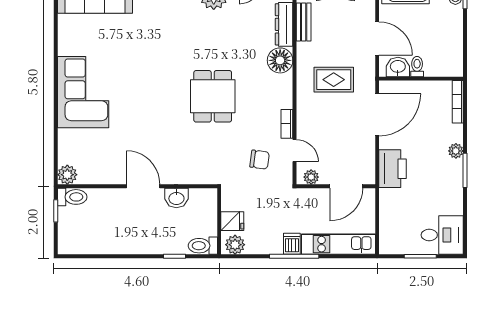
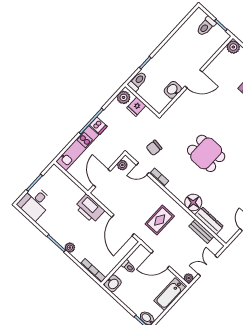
washbasin: (398, 67) -> (113, 283), moved
toilet: (72, 197) -> (206, 26), moved

